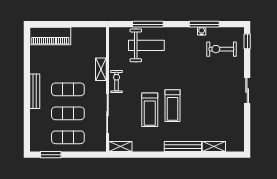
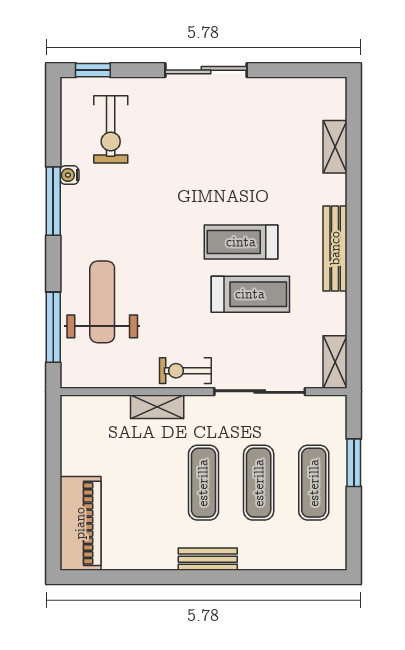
window: (148, 24) -> (53, 327), moved
window: (204, 24) -> (53, 201), moved
bench: (35, 91) -> (208, 559), width x0.73
sliding door: (247, 91) -> (206, 70), width x1.37
treadmill: (172, 106) -> (241, 242), turned 180
bench: (183, 147) -> (335, 248), moved
window: (51, 155) -> (354, 463), moved

